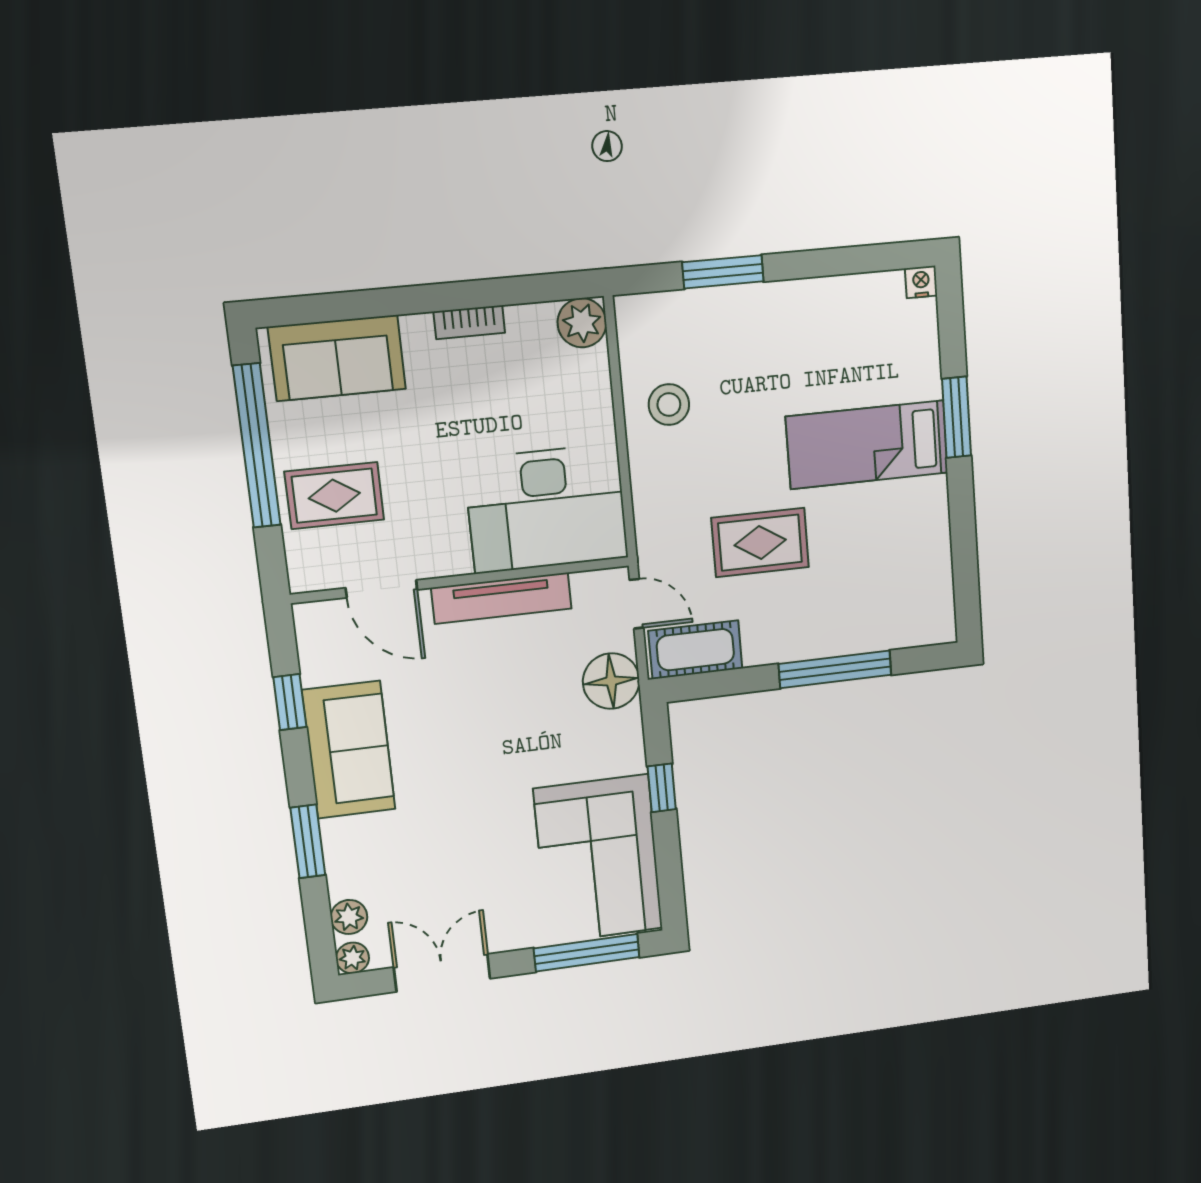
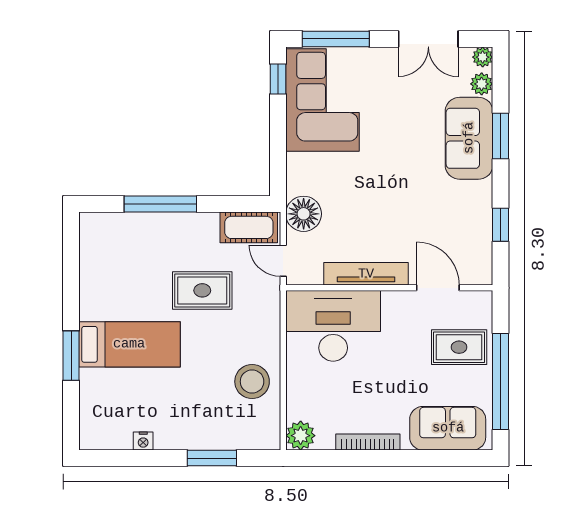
nightstand: (921, 282) -> (143, 441), moved
bookcase: (469, 322) -> (368, 442), width x1.56
stool: (669, 405) -> (252, 382), width x1.38, depth x1.38
sofa: (349, 750) -> (469, 138), moved
window: (662, 788) -> (278, 79), moved

